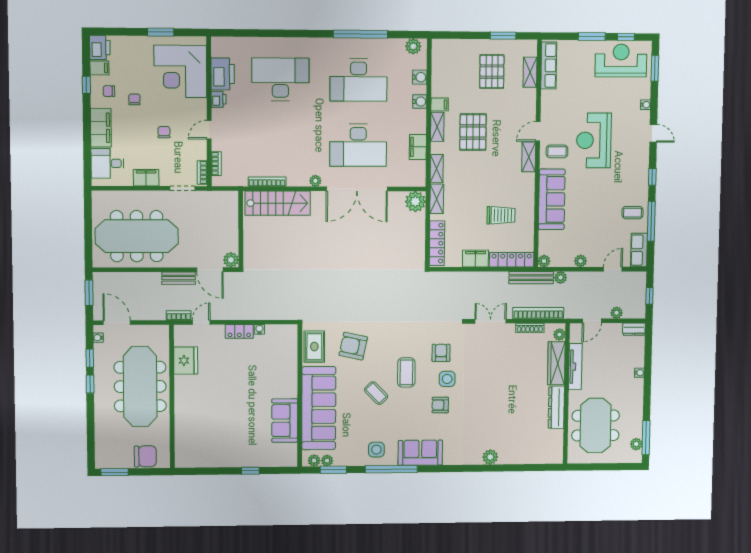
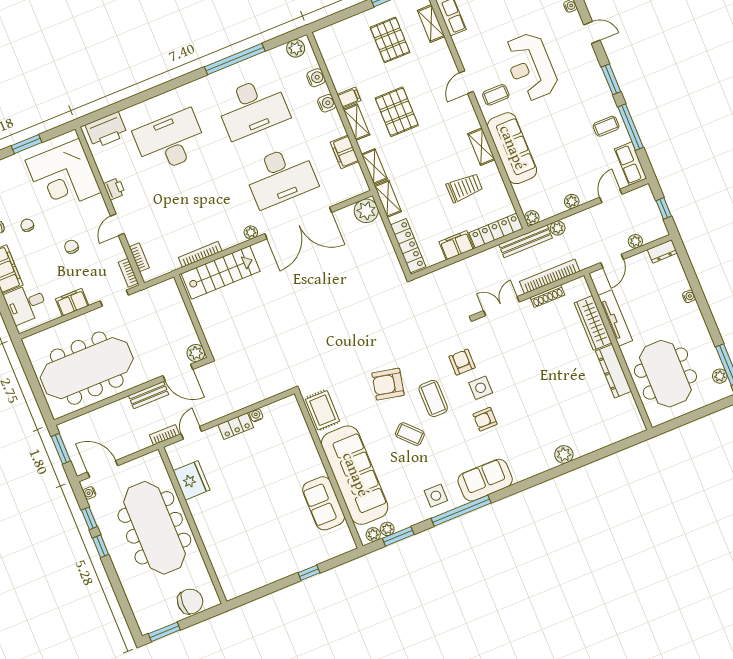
printer: (223, 74) -> (106, 130), moved, turned 90
shelving: (529, 157) -> (481, 147), moved
window: (652, 177) -> (611, 79), width x1.50
plant: (559, 335) -> (583, 290), removed
armchair: (353, 346) -> (388, 384), moved

